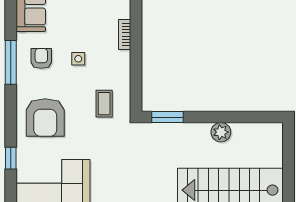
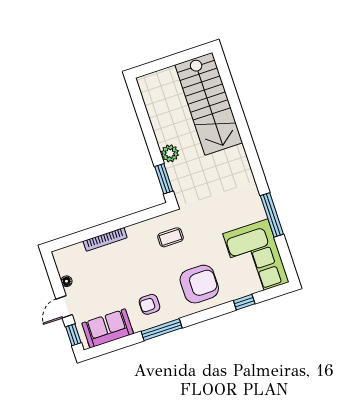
bookcase: (125, 35) -> (105, 239), width x1.56
side table: (78, 59) -> (139, 272), removed
plant: (221, 132) -> (170, 153), moved

